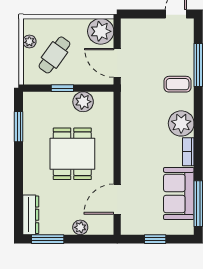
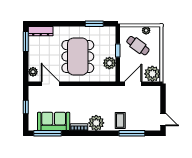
dining table: (72, 154) -> (78, 56), width x1.38
plant: (80, 227) -> (33, 72), moved

